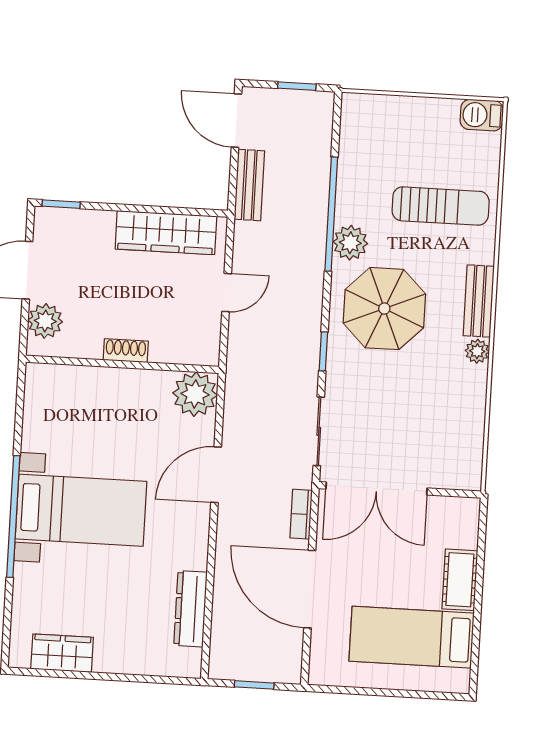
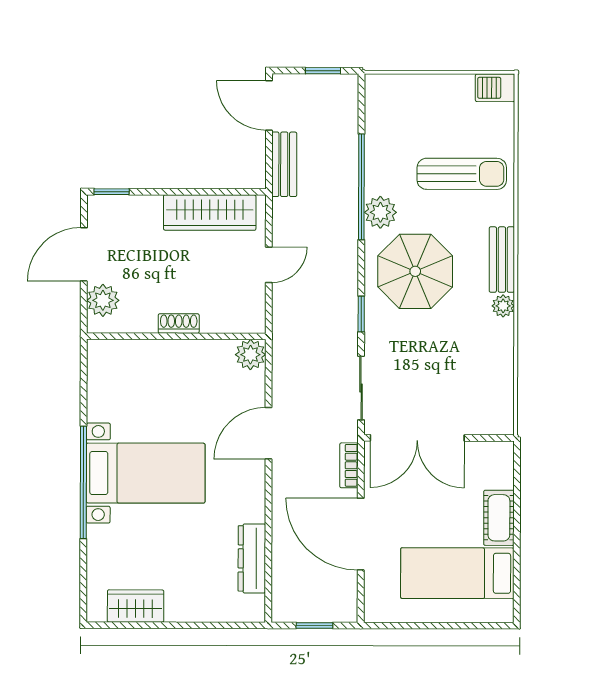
plant: (195, 394) -> (250, 355), width x0.73, depth x0.73

